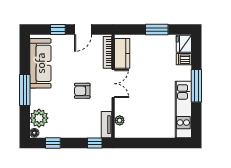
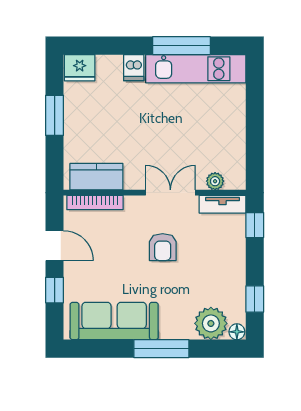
dishwasher: (184, 59) -> (134, 68), moved
double door: (113, 84) -> (170, 193), moved
window: (196, 86) -> (181, 46), moved

